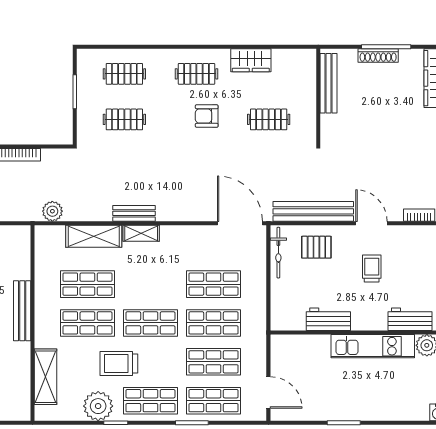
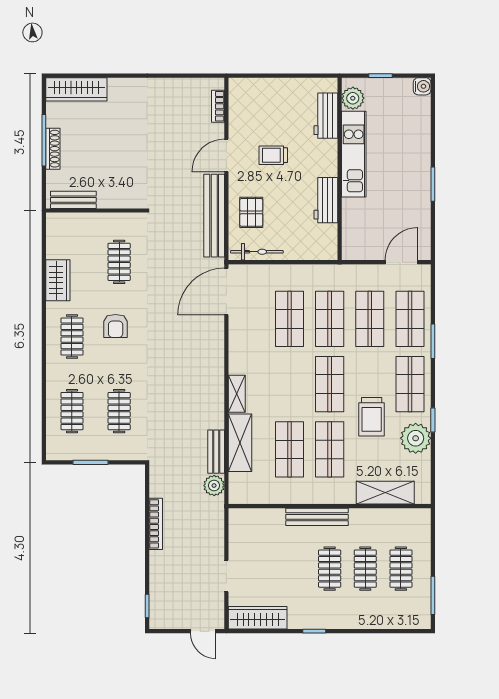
bench: (329, 83) -> (73, 200), width x0.73
bench: (134, 213) -> (216, 452), moved

